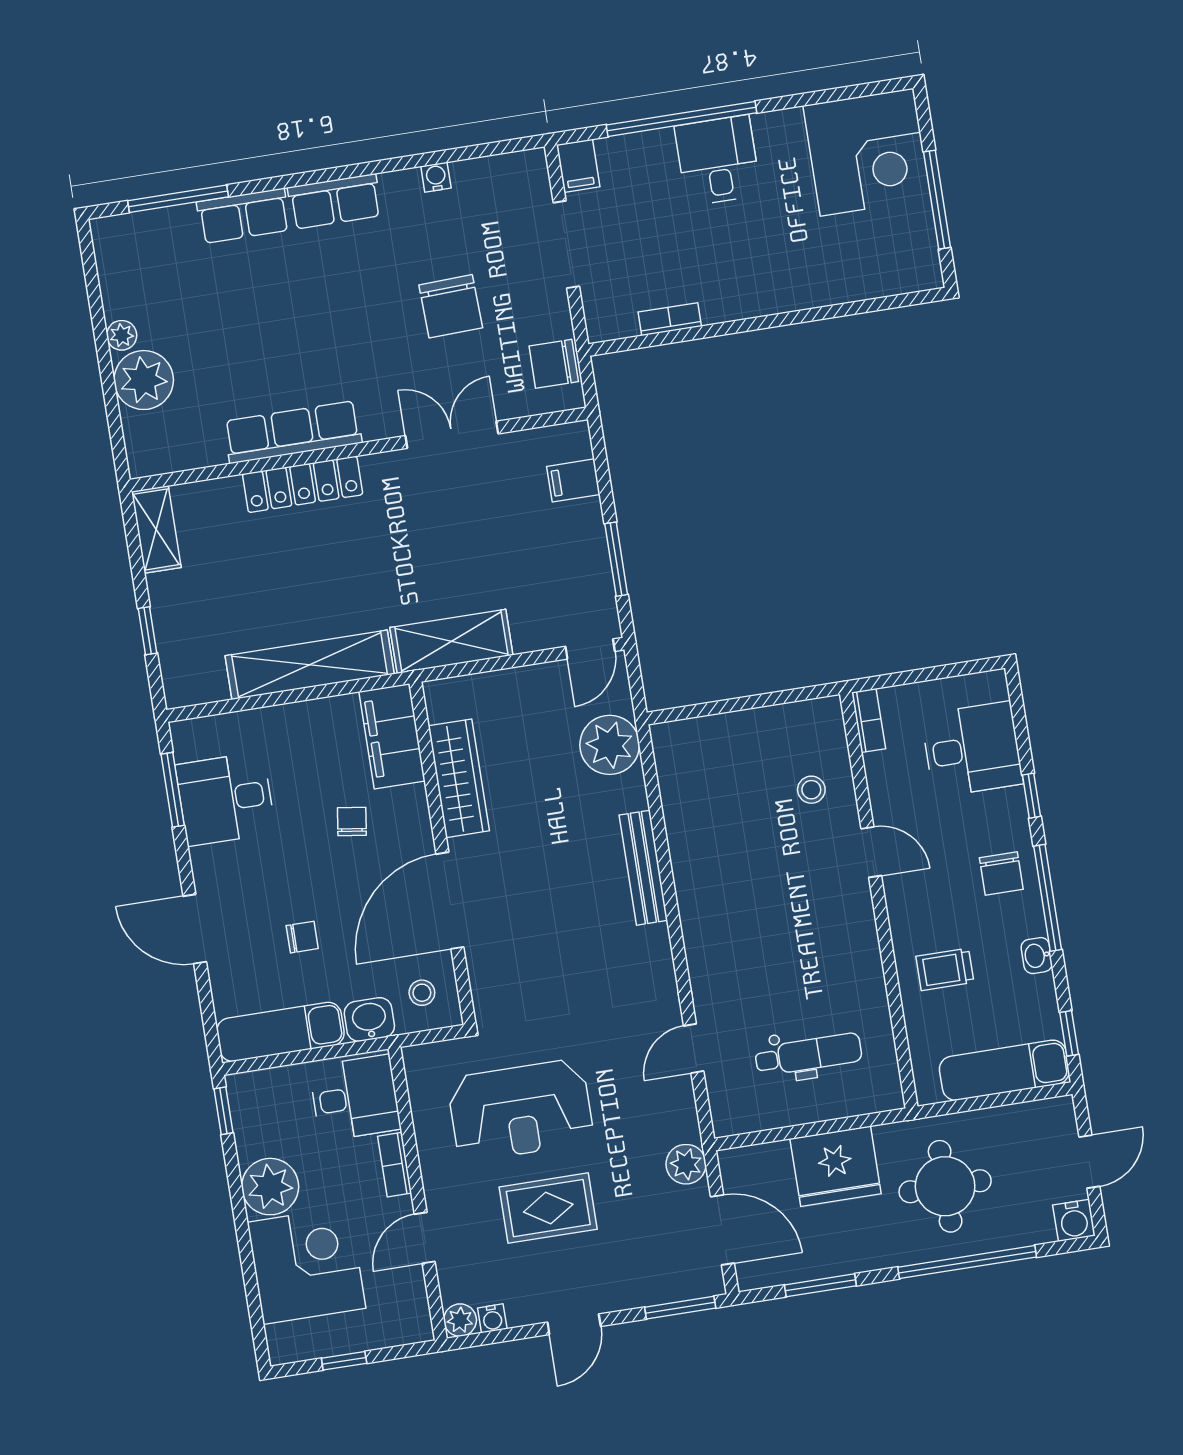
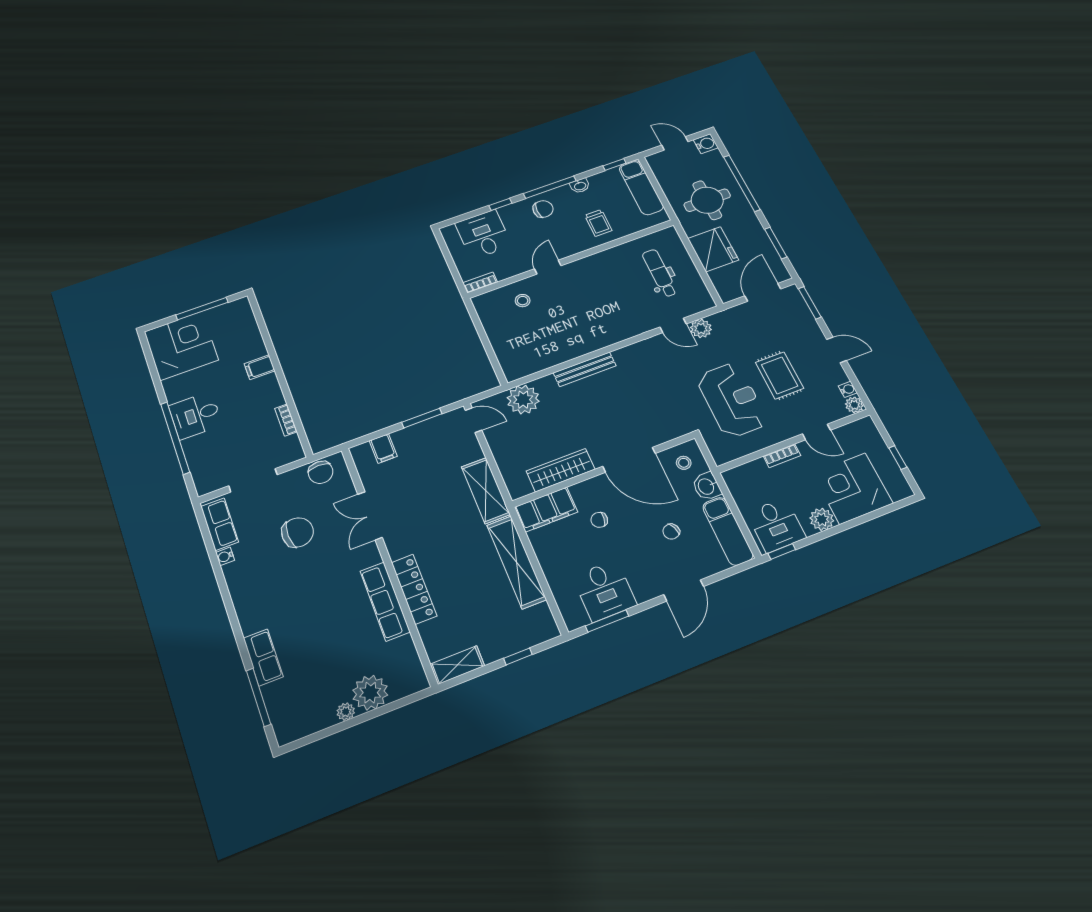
filing cabinet: (578, 166) -> (260, 367), moved, turned 180
row of seats: (335, 201) -> (220, 524), moved
chair: (302, 937) -> (671, 532), turned -112
desk: (355, 1098) -> (776, 525), moved, turned 180
plant: (686, 1164) -> (701, 328), moved
plant: (270, 1187) -> (822, 519), width x0.73, depth x0.73

